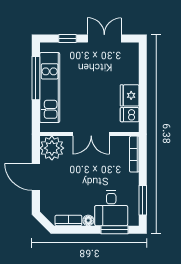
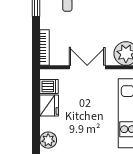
plant: (131, 60) -> (48, 140), added

